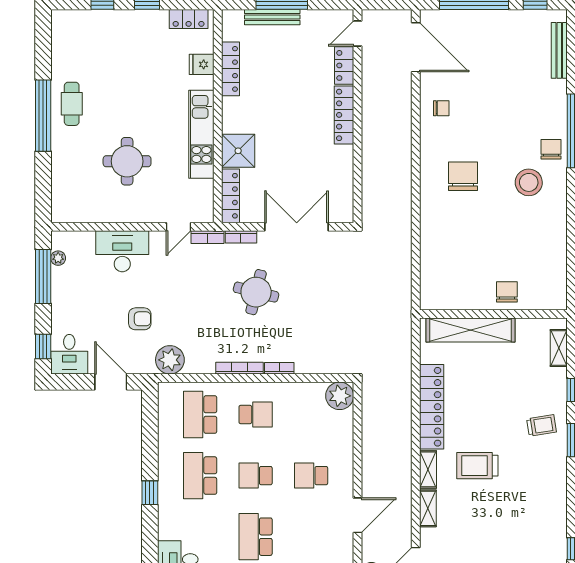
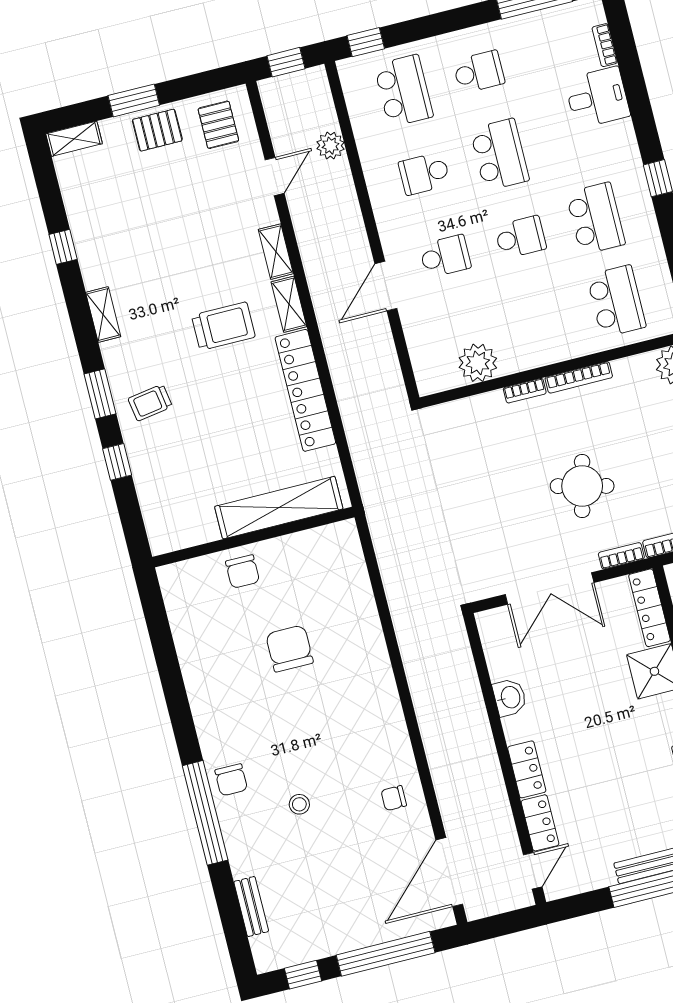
door: (416, 47) -> (449, 872), hinge flipped
bench: (559, 50) -> (251, 907), width x0.73
locker: (344, 115) -> (527, 769), width x0.66
washbasin: (343, 158) -> (510, 697), added
chair: (463, 176) -> (289, 649), moved, turned 180
stool: (529, 182) -> (299, 804), moved, width x0.53, depth x0.53
shelving: (559, 348) -> (103, 315), moved
plant: (340, 396) -> (478, 363), moved
school desk: (256, 415) -> (424, 173), moved
door: (357, 515) -> (386, 286), moved

